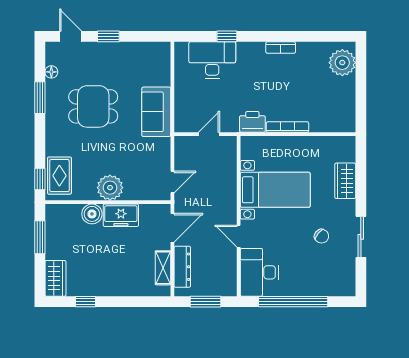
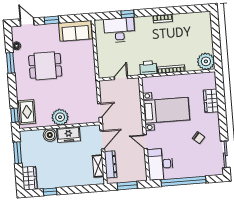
plant: (342, 63) -> (206, 61), moved
sofa: (156, 112) -> (75, 31), moved, turned -90
sliding door: (361, 237) -> (225, 154), moved

